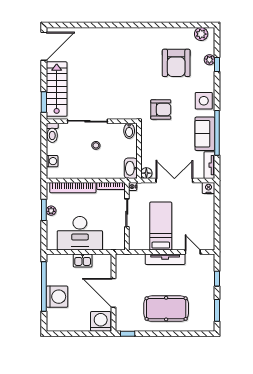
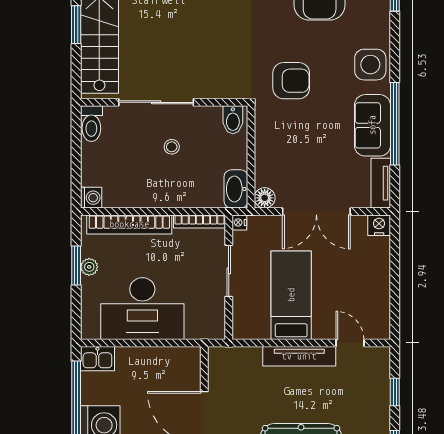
window: (44, 102) -> (76, 25), moved
washing machine: (52, 161) -> (91, 198), moved
double door: (174, 181) -> (316, 211), swing flipped
kitchen sink: (83, 260) -> (97, 359), moved

